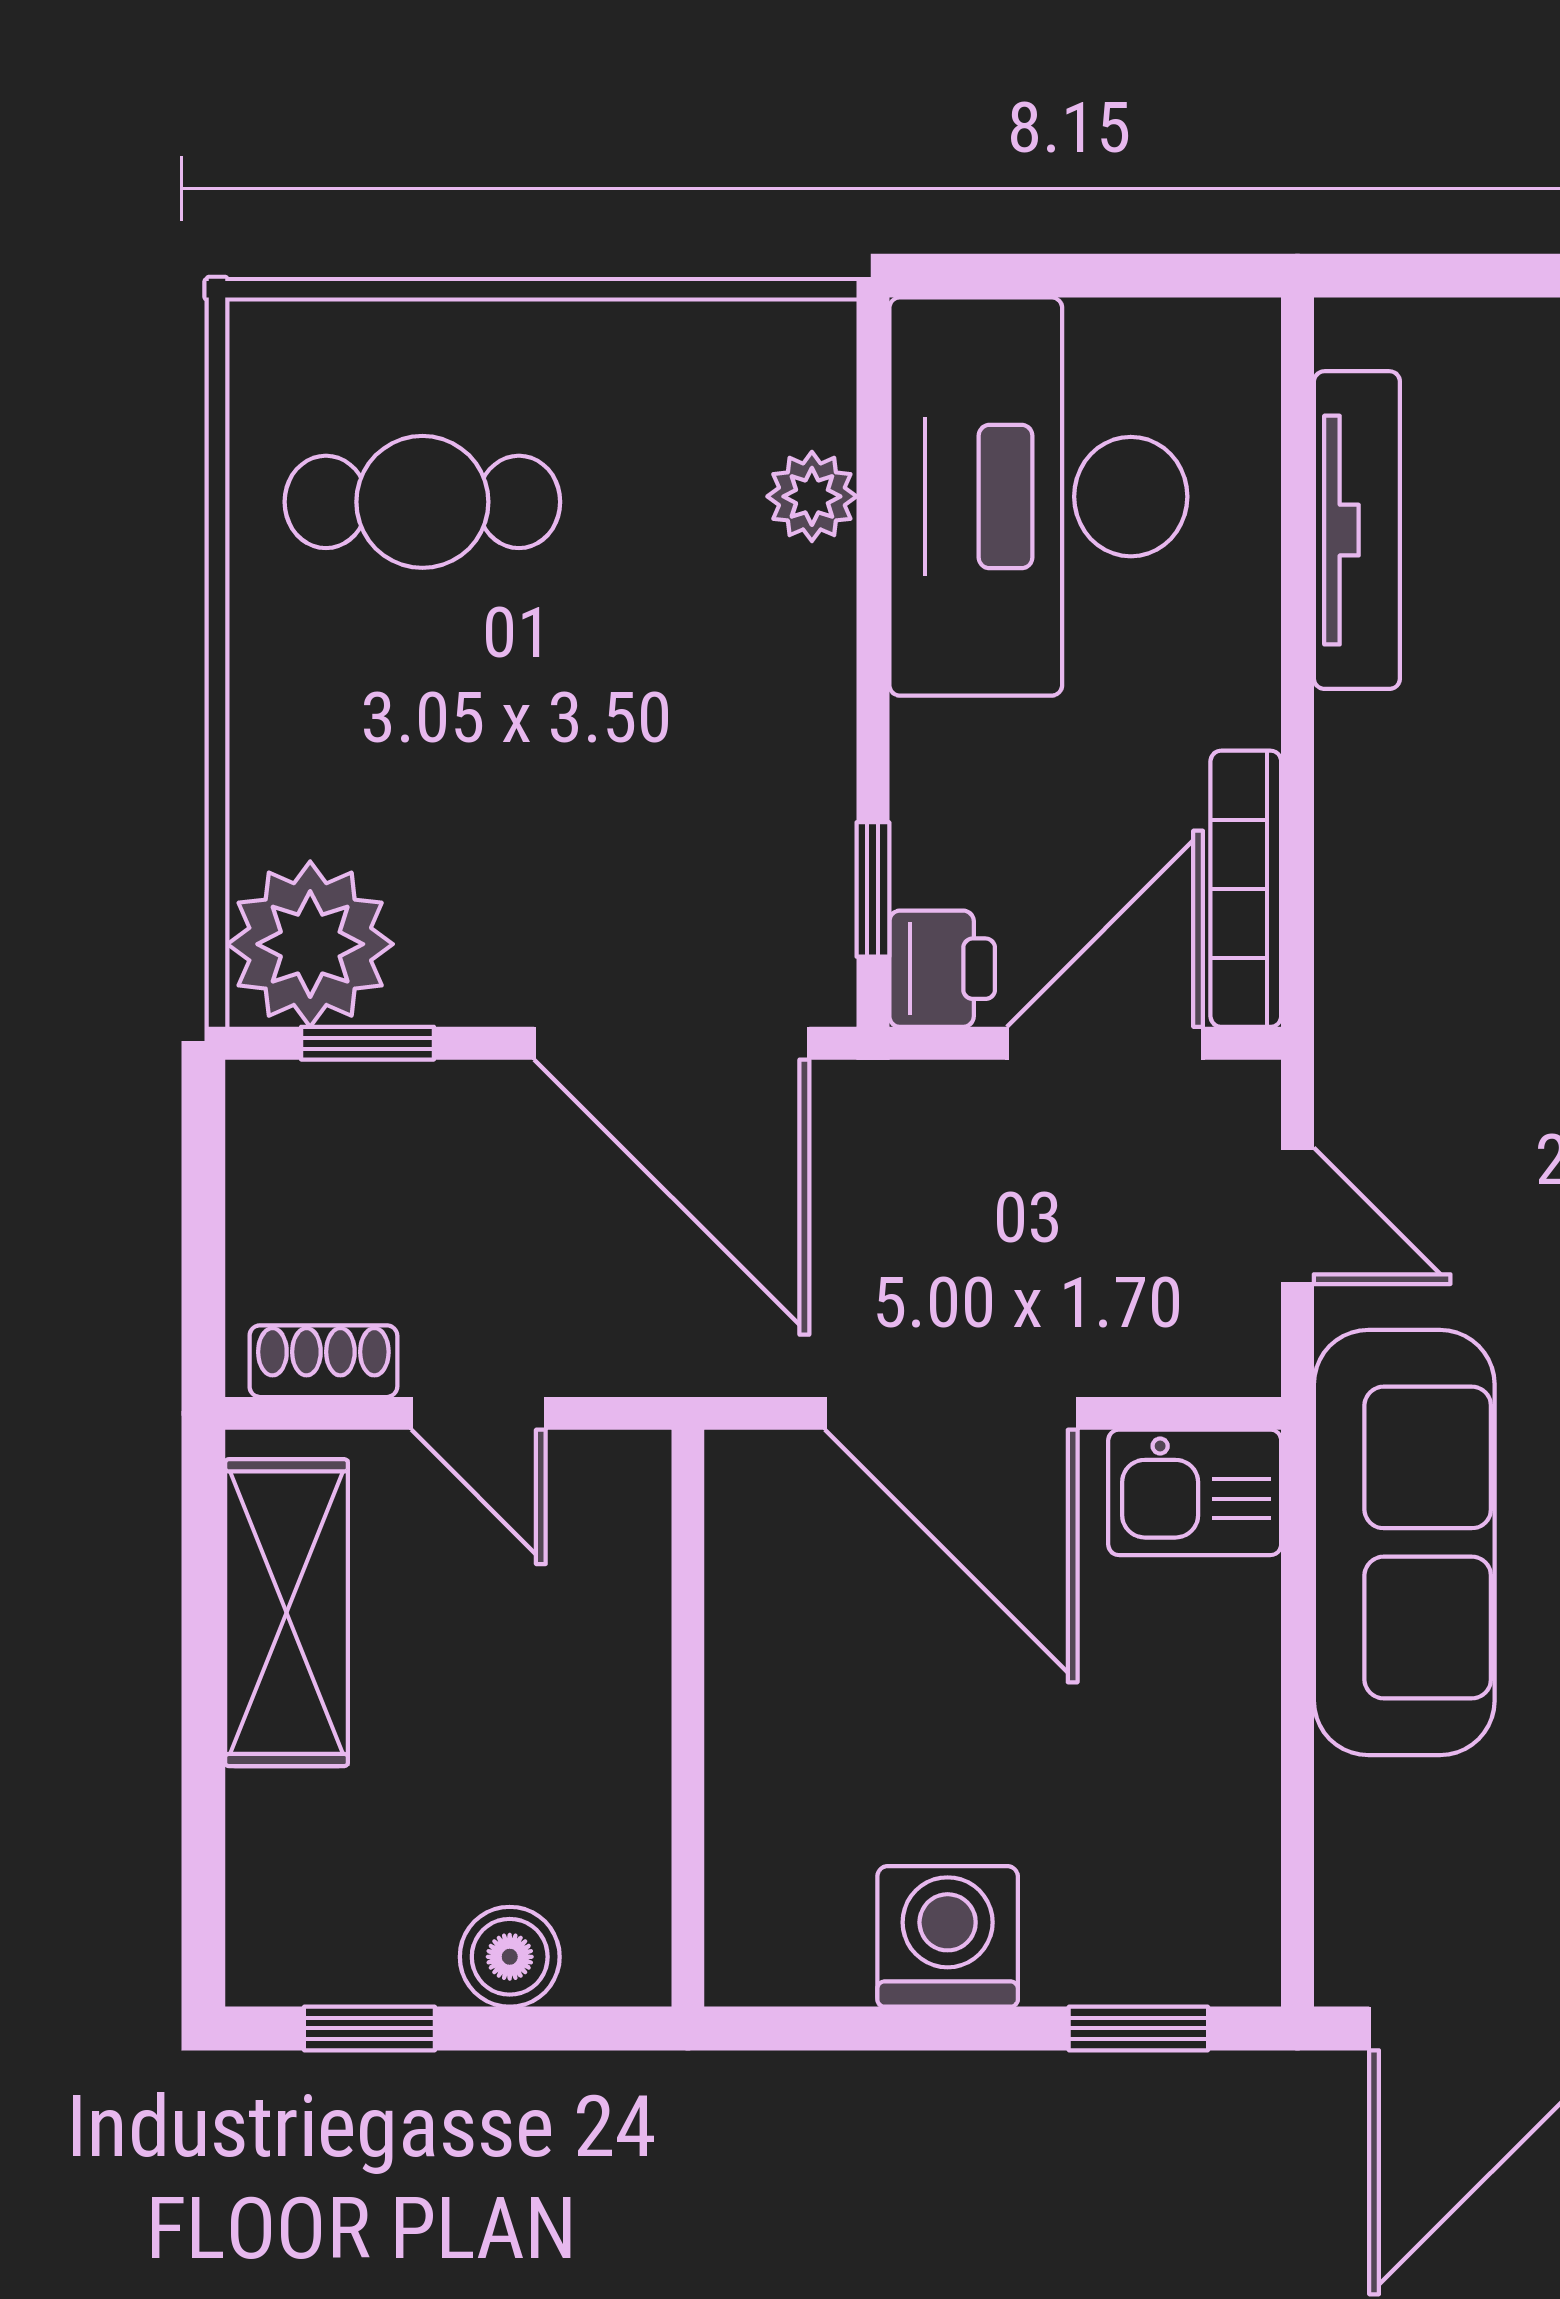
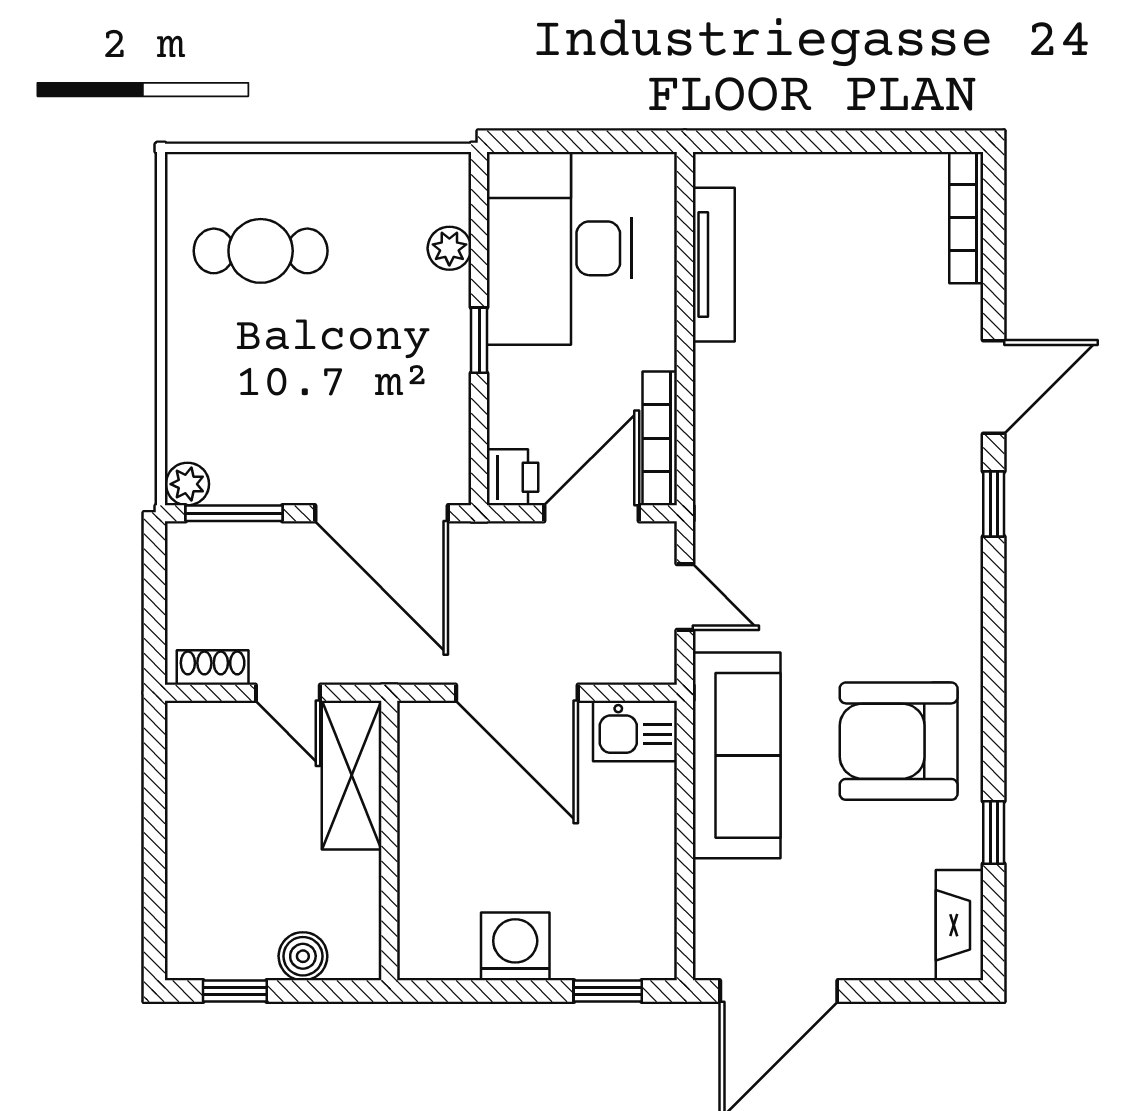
window: (873, 889) -> (479, 340), moved
plant: (310, 944) -> (187, 484), width x0.53, depth x0.53
window: (367, 1043) -> (234, 513), width x1.50
shelving: (287, 1613) -> (352, 775), moved

